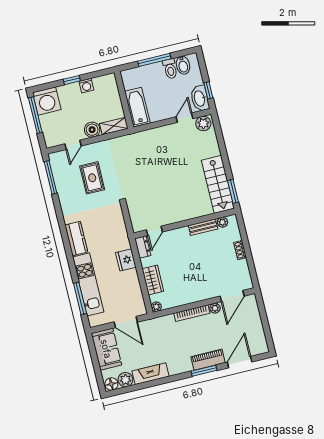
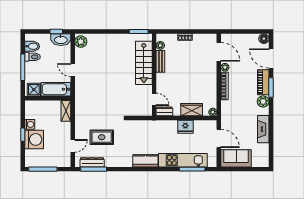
shower: (130, 80) -> (34, 90), added
washing machine: (47, 101) -> (34, 139), moved
door: (185, 118) -> (73, 70), moved
boiler: (92, 130) -> (65, 128), removed
door: (73, 145) -> (73, 146), hinge flipped
dresser: (58, 173) -> (92, 162), added
stairs: (218, 184) -> (144, 63), moved, turned 90
fridge: (126, 260) -> (185, 127), moved
door: (126, 322) -> (219, 138), hinge flipped
plant: (125, 380) -> (263, 101), moved
floor lamp: (111, 384) -> (264, 39), moved

